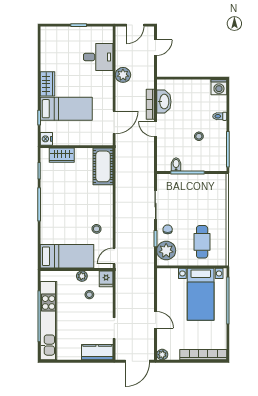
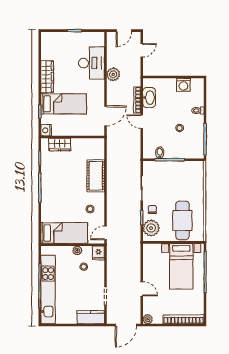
desk: (98, 57) -> (91, 63), width x1.37
wardrobe: (47, 84) -> (47, 77), width x1.50
washing machine: (219, 87) -> (183, 85), moved
cot: (103, 166) -> (96, 176), moved
cafe table: (202, 242) -> (182, 220), width x1.37, depth x1.35

